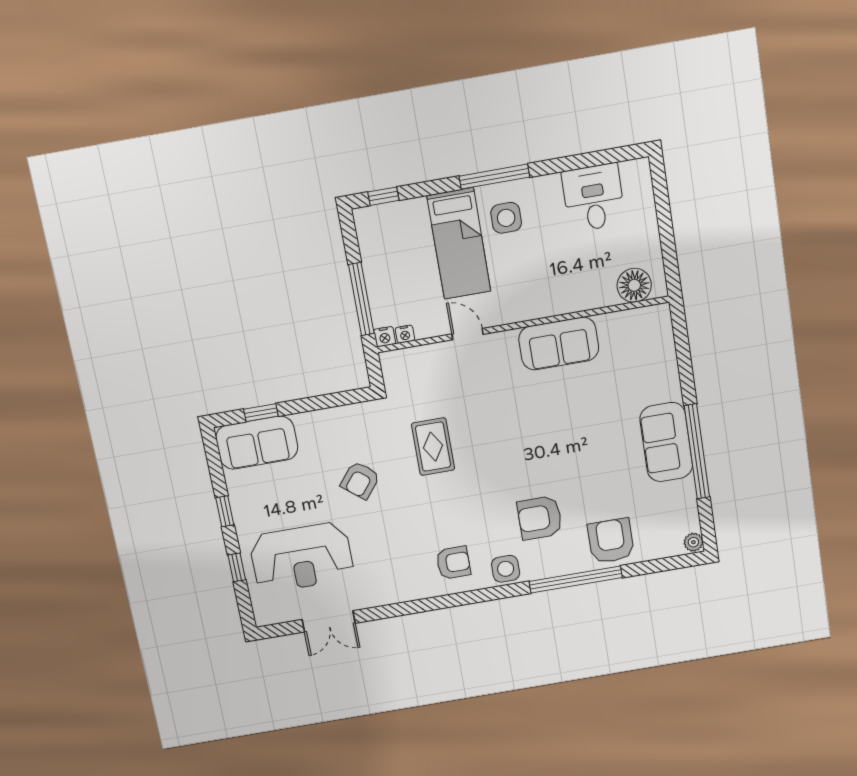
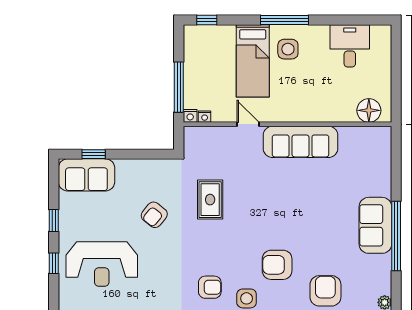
sofa: (559, 344) -> (300, 142), width x1.36

